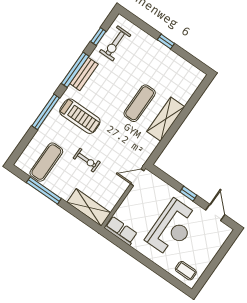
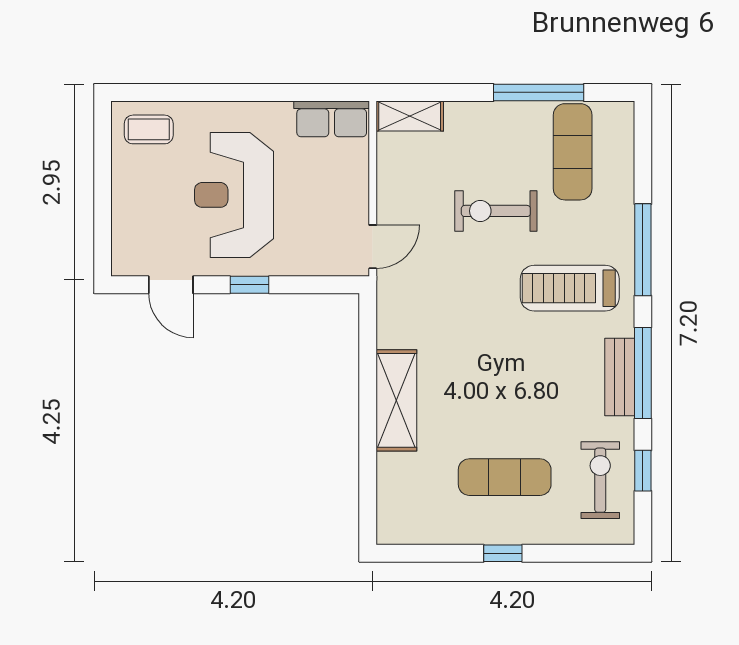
exercise mat: (140, 103) -> (505, 477), moved, turned 90
exercise bike: (87, 160) -> (496, 211), width x1.38, depth x1.39
shelving: (89, 207) -> (410, 116), width x0.67, depth x0.75

